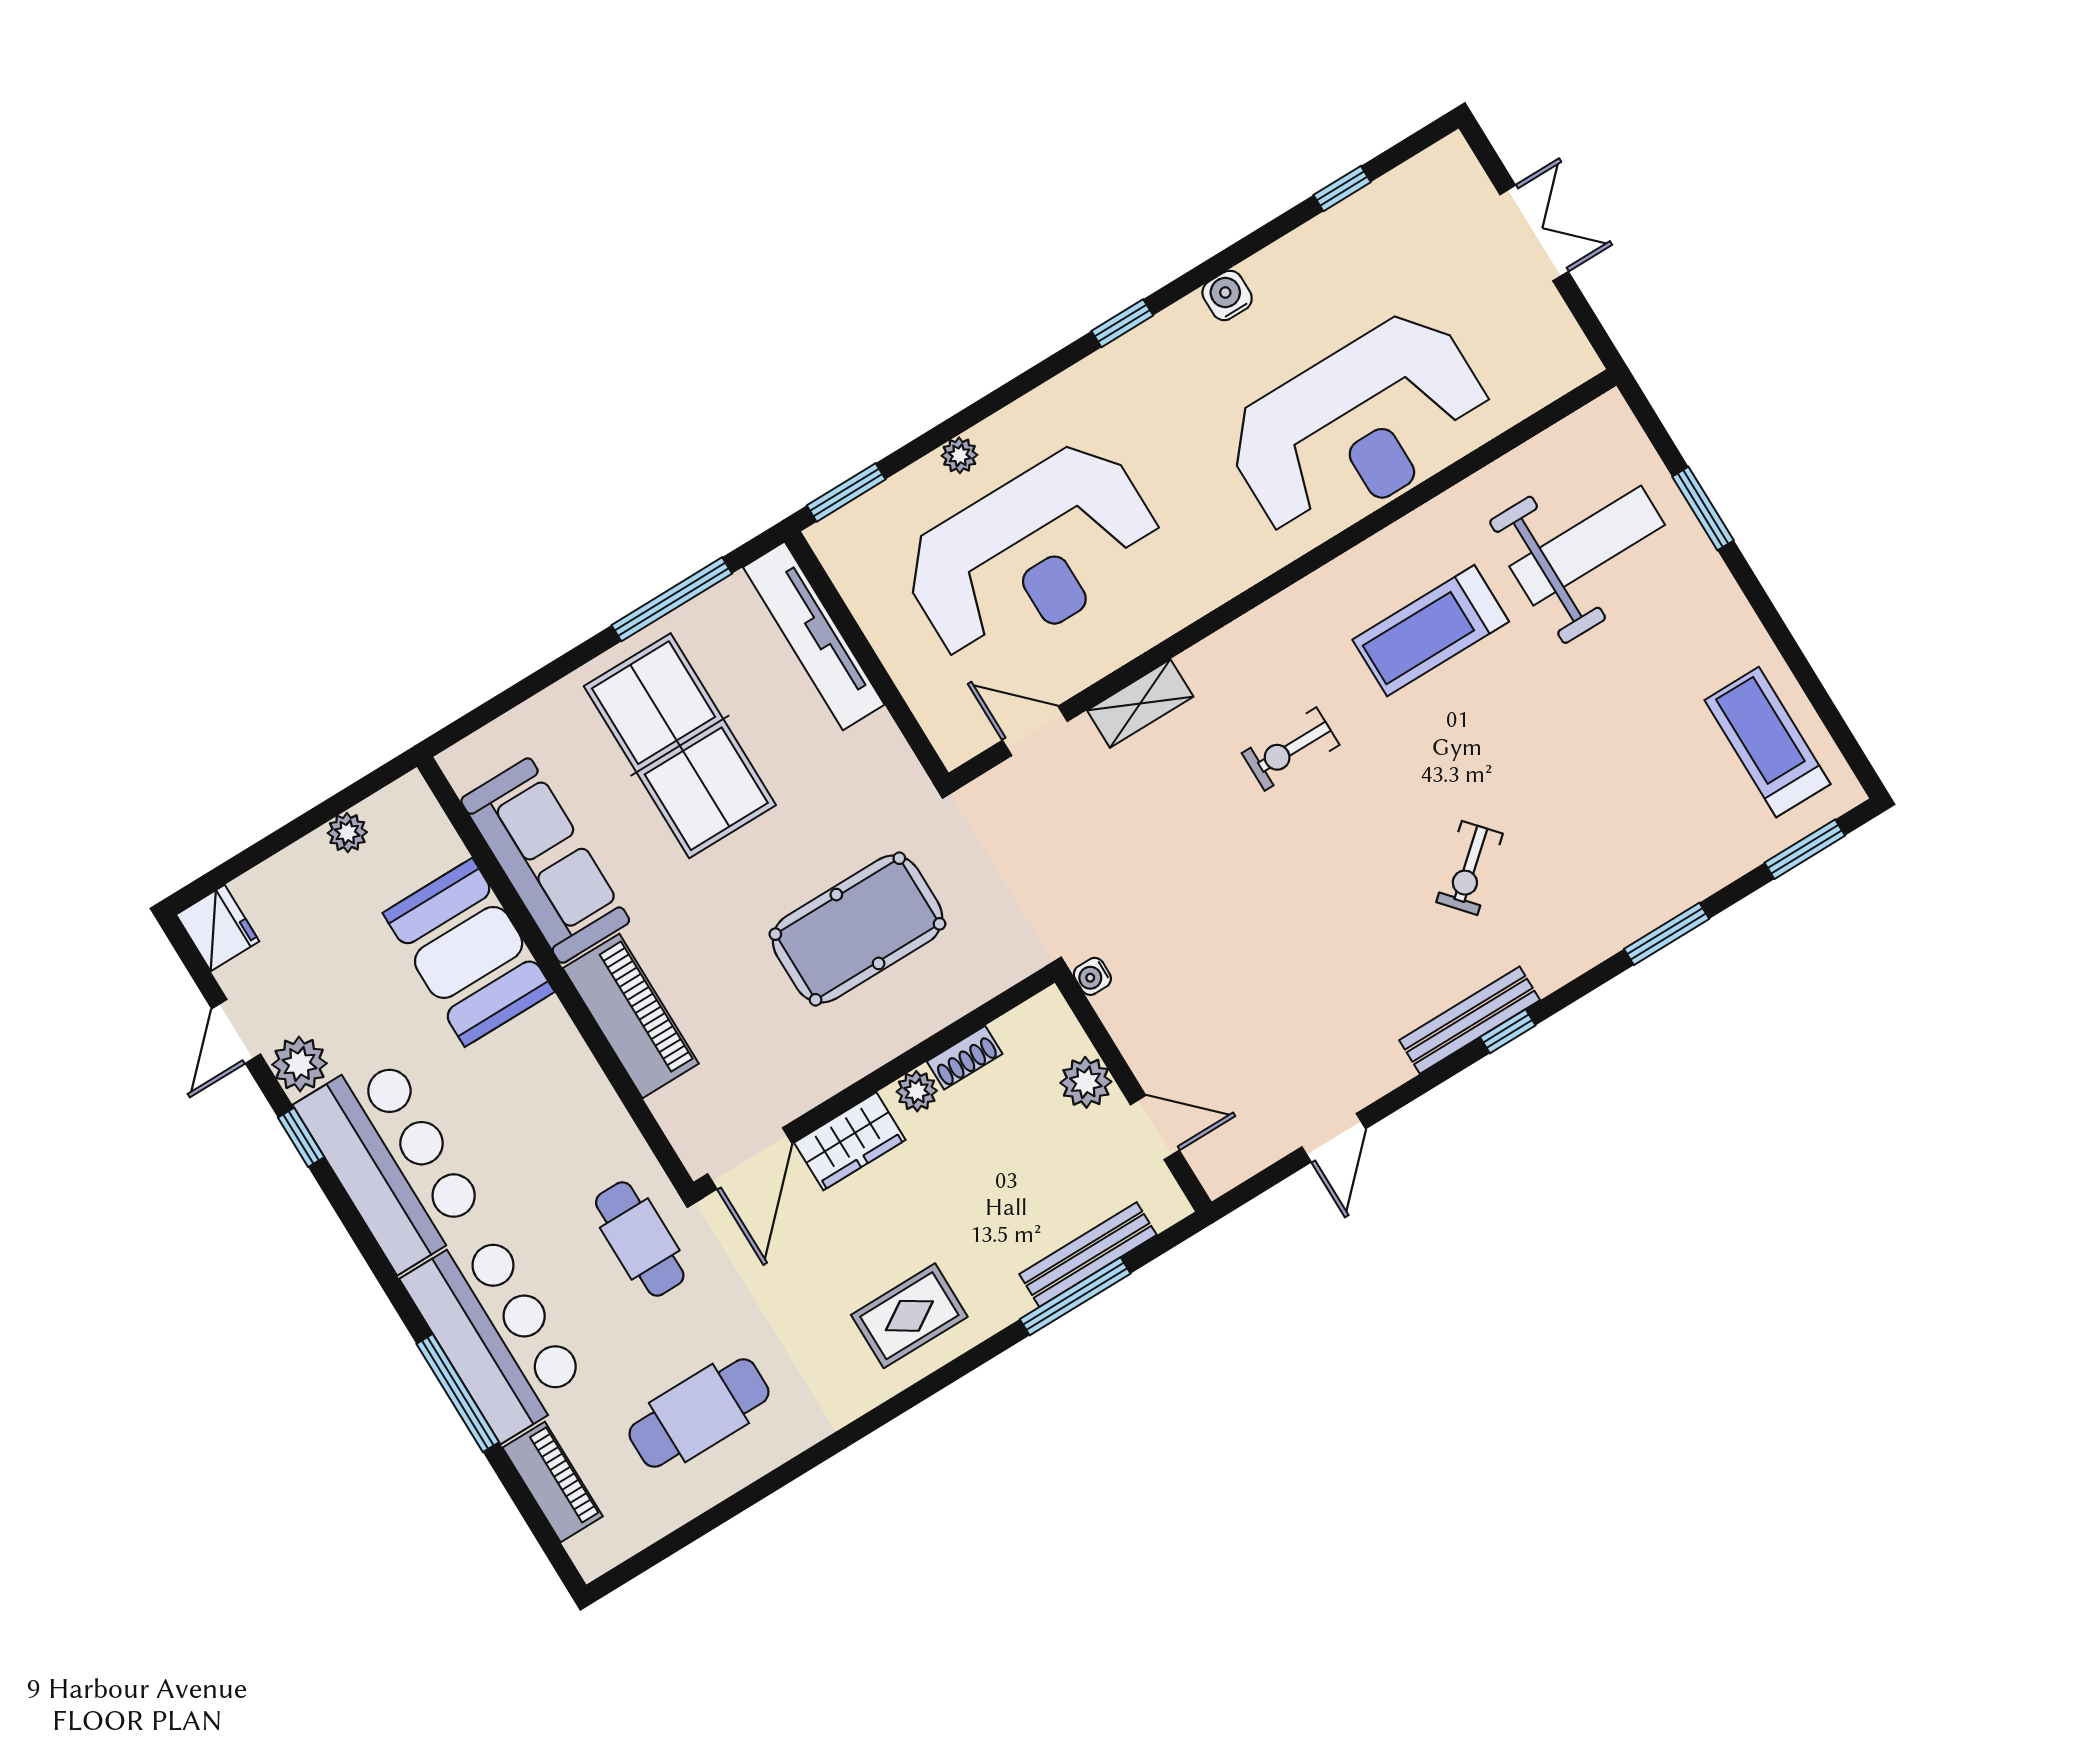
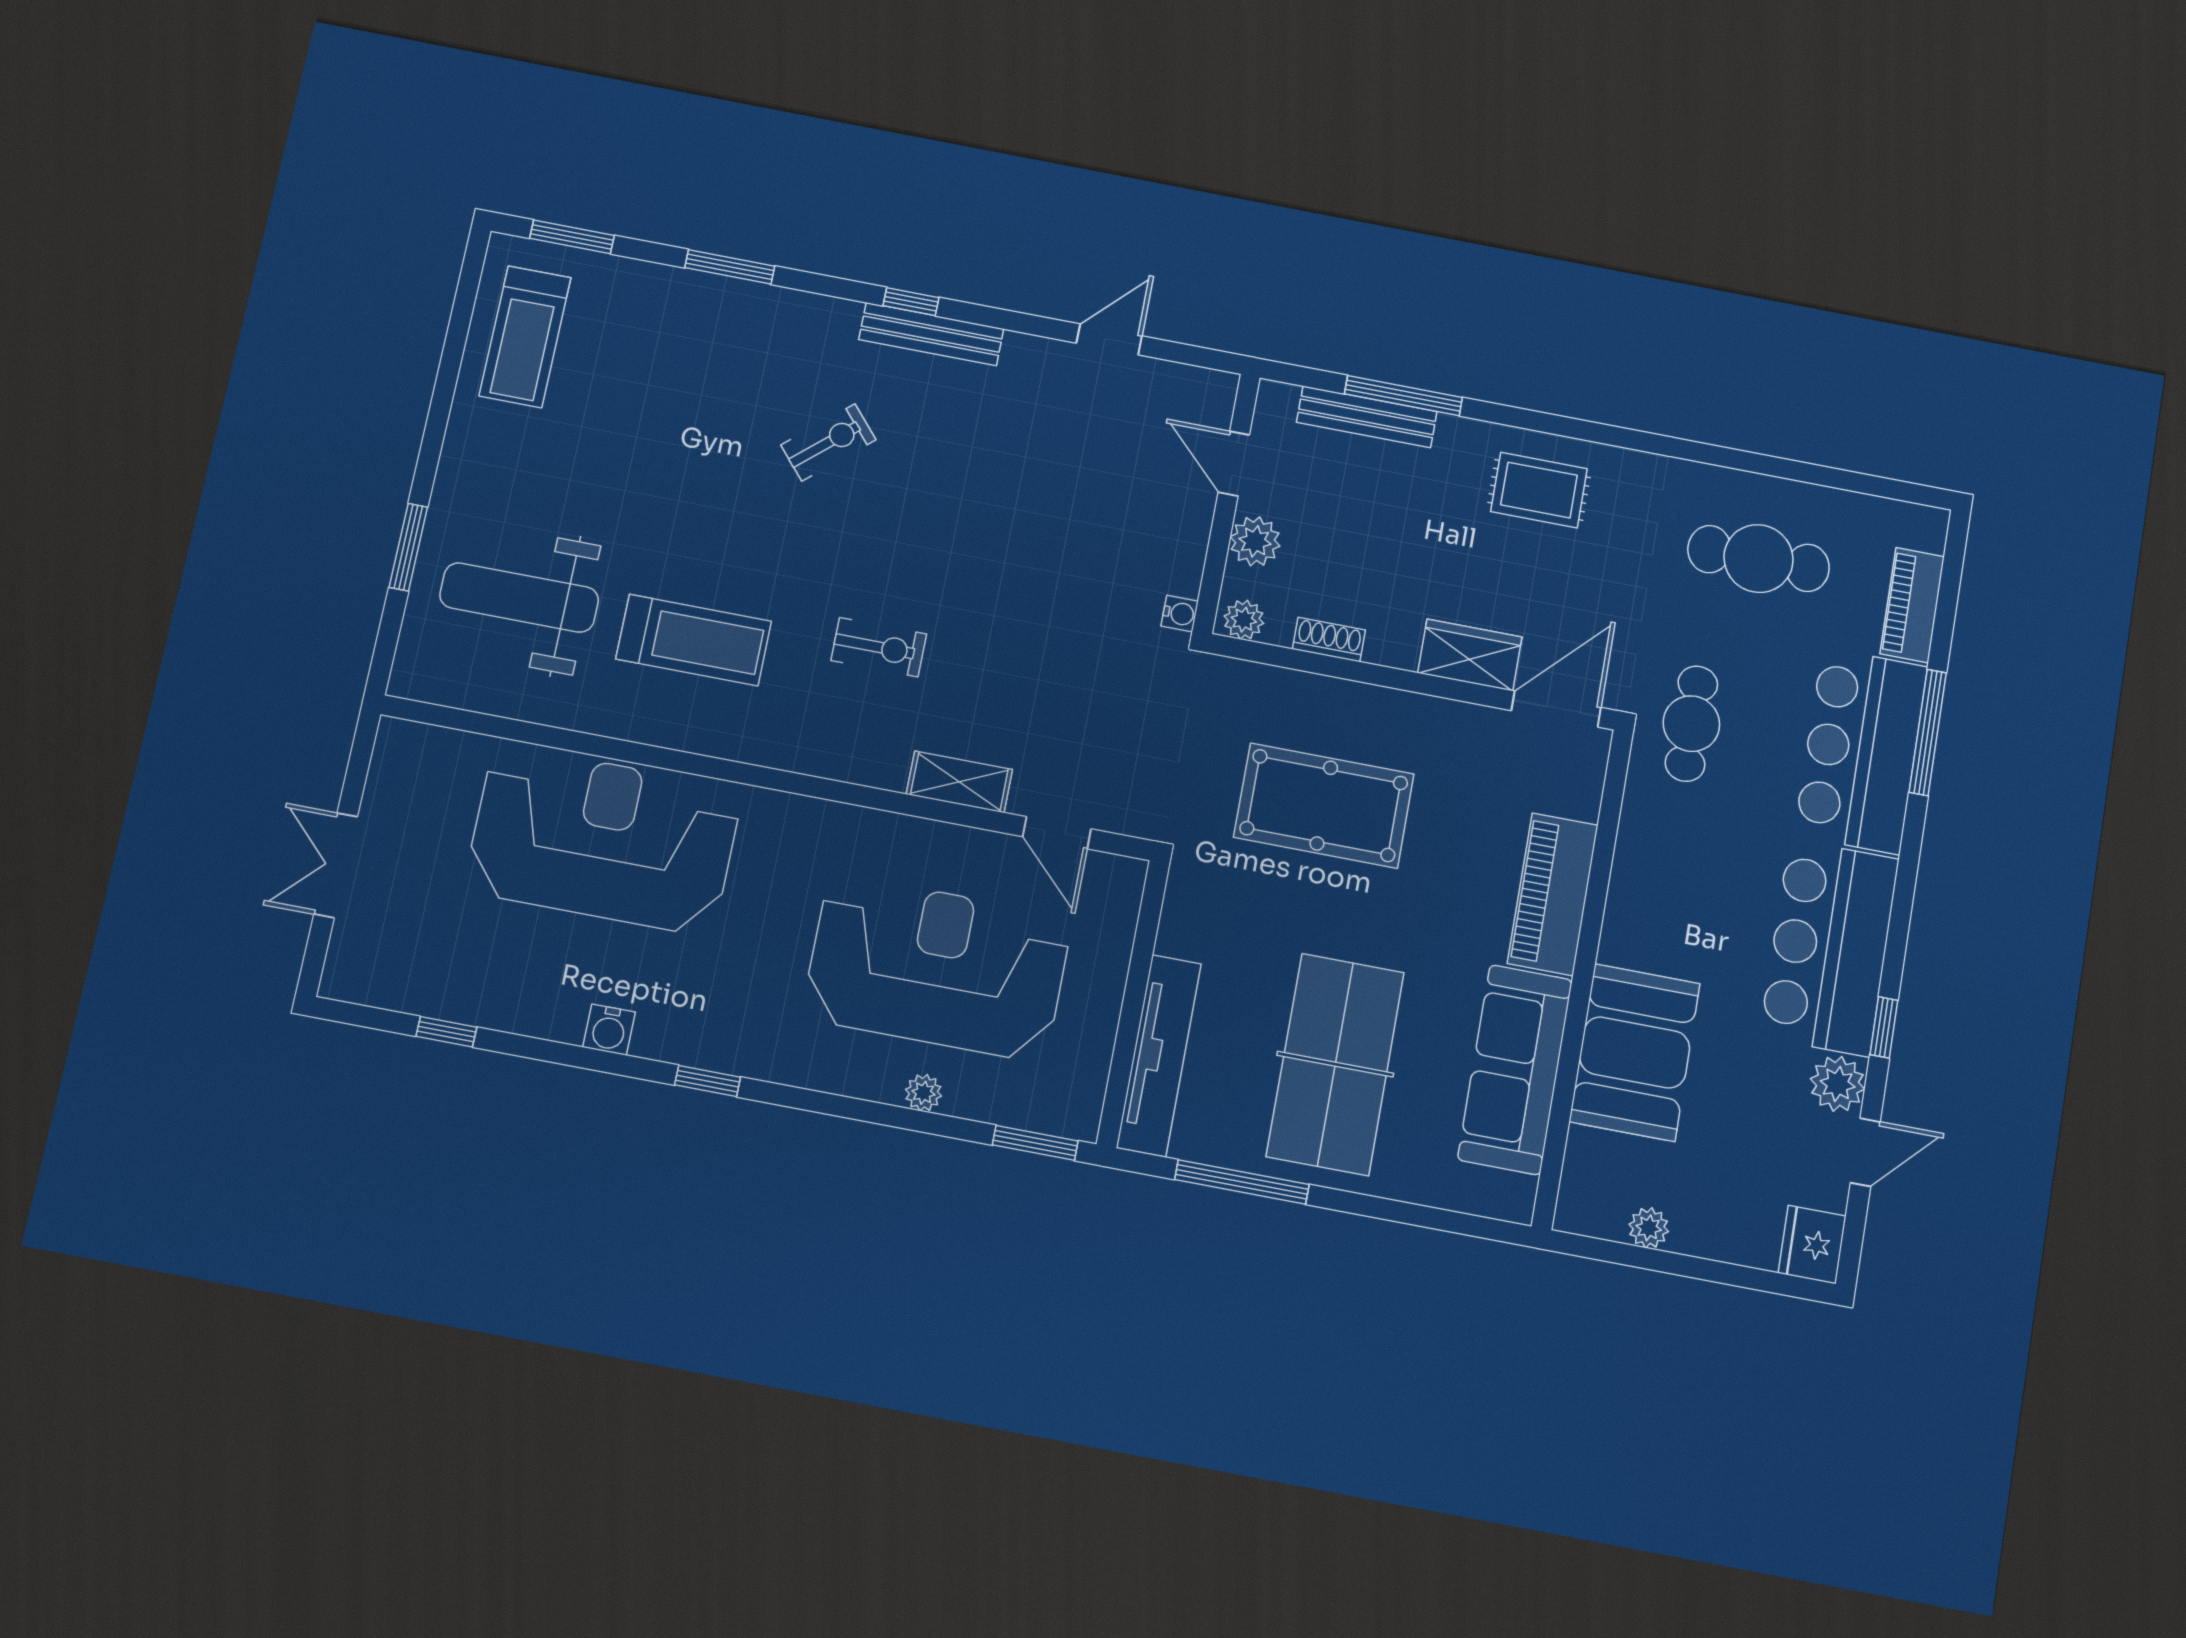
plant: (917, 1091) -> (1244, 620), moved

